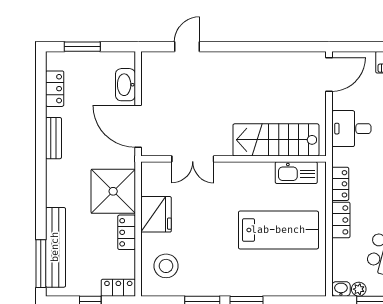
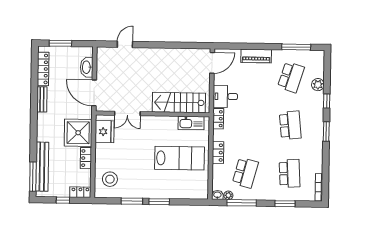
locker: (55, 89) -> (43, 69), width x1.53
locker: (340, 184) -> (218, 119), moved
fridge: (156, 214) -> (105, 132), moved

